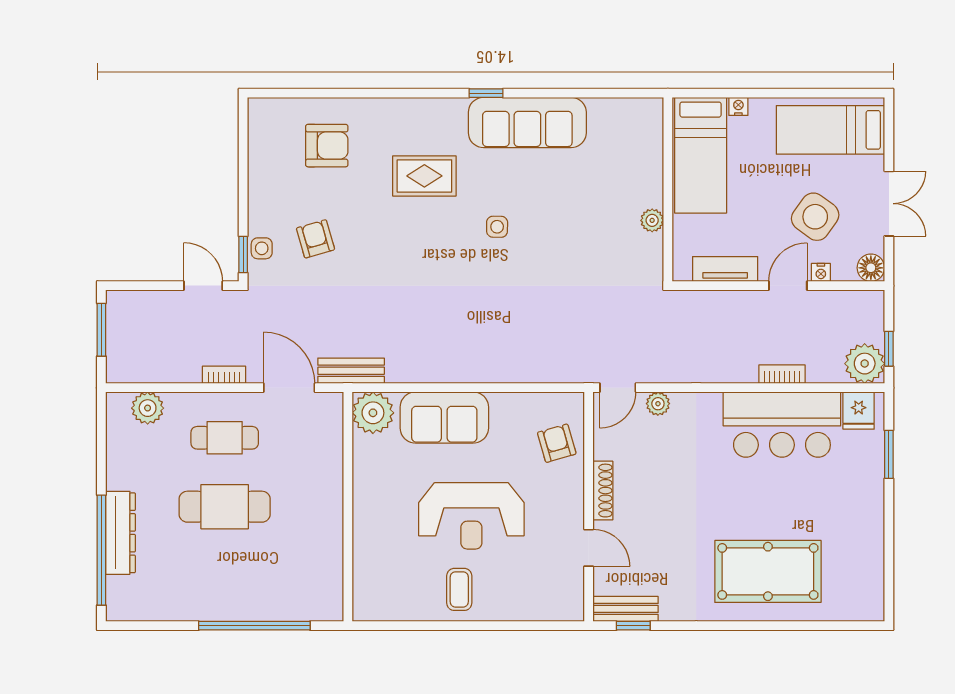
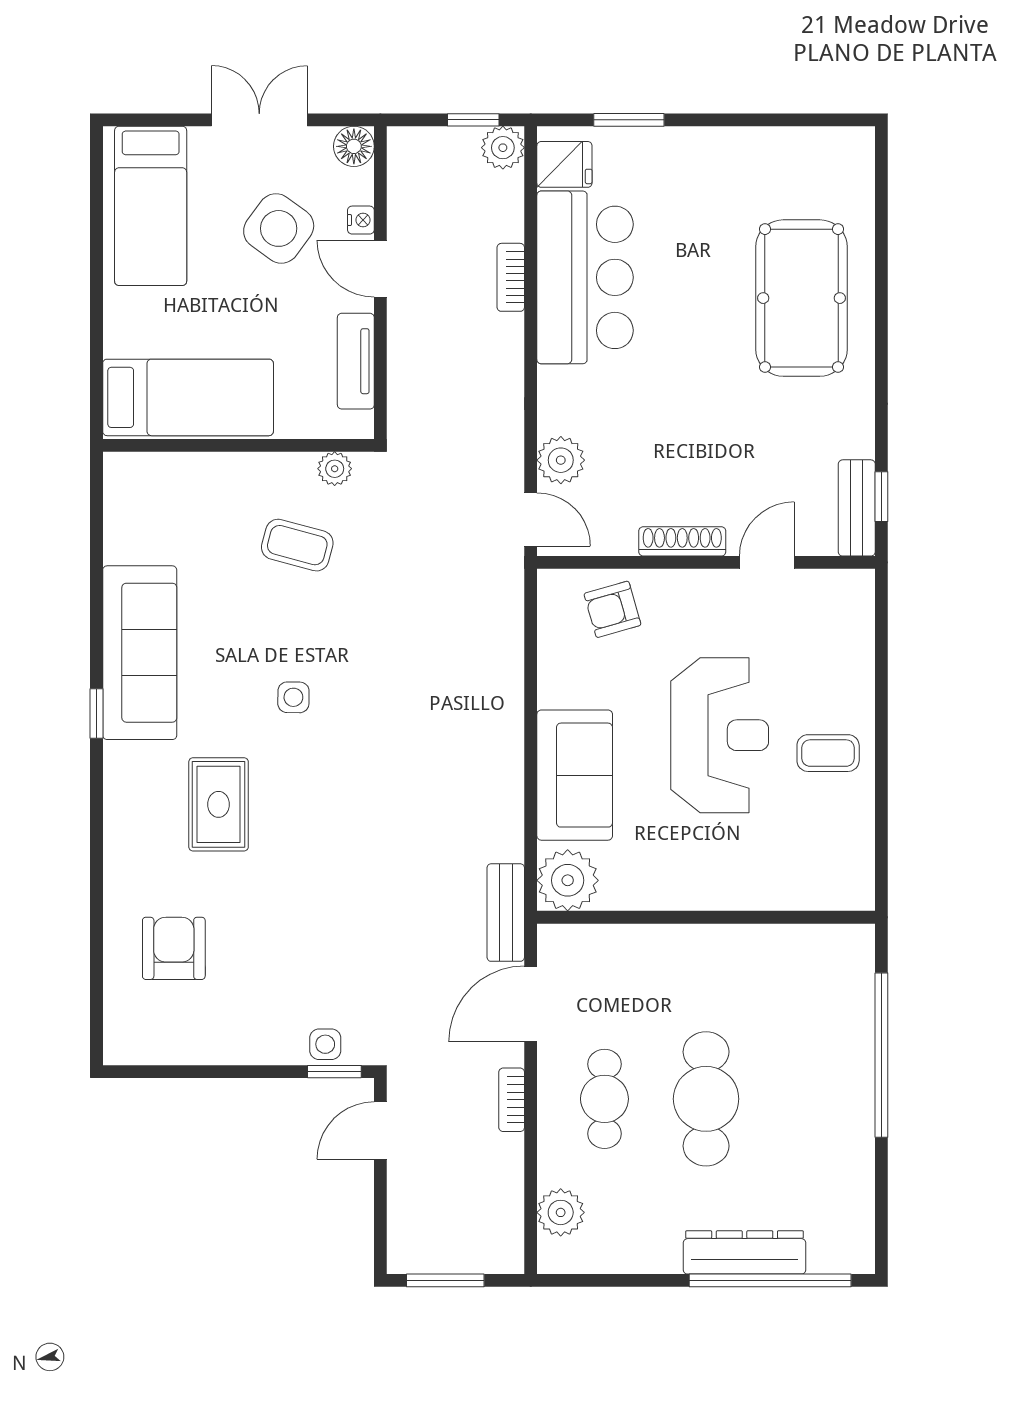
nightstand: (738, 106) -> (116, 342), removed
plant: (652, 220) -> (335, 469), moved
coffee table: (600, 229) -> (297, 545), added
armchair: (316, 239) -> (311, 965), removed
plant: (865, 364) -> (503, 148), width x0.73, depth x0.73
plant: (658, 404) -> (561, 460), width x1.38, depth x1.38

